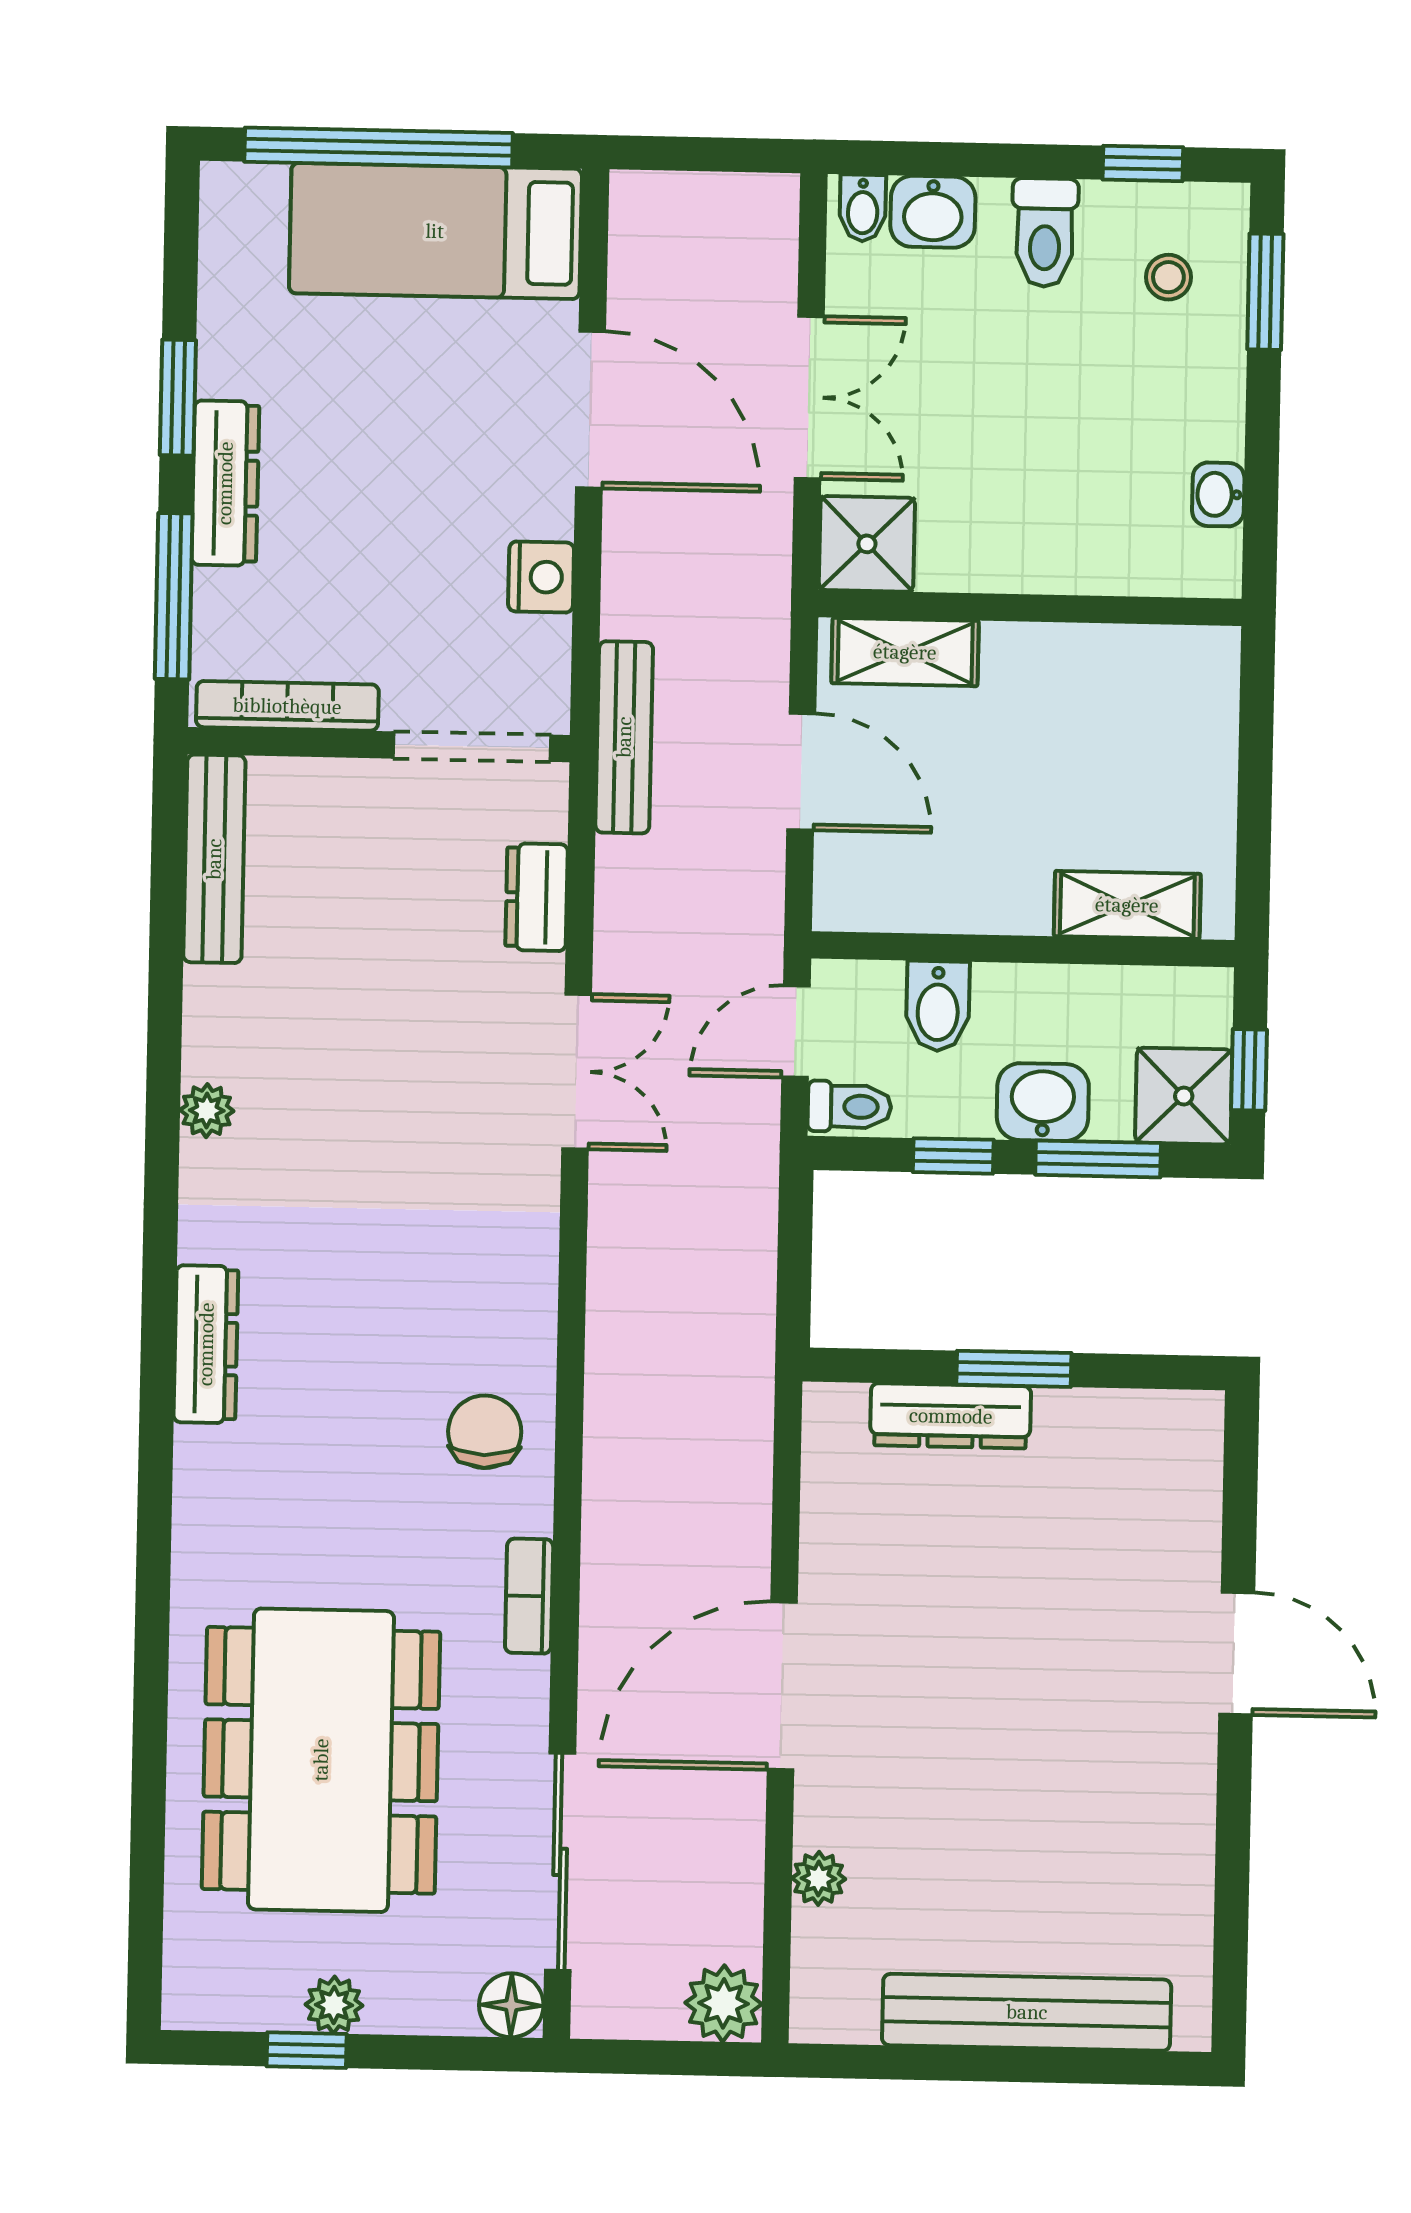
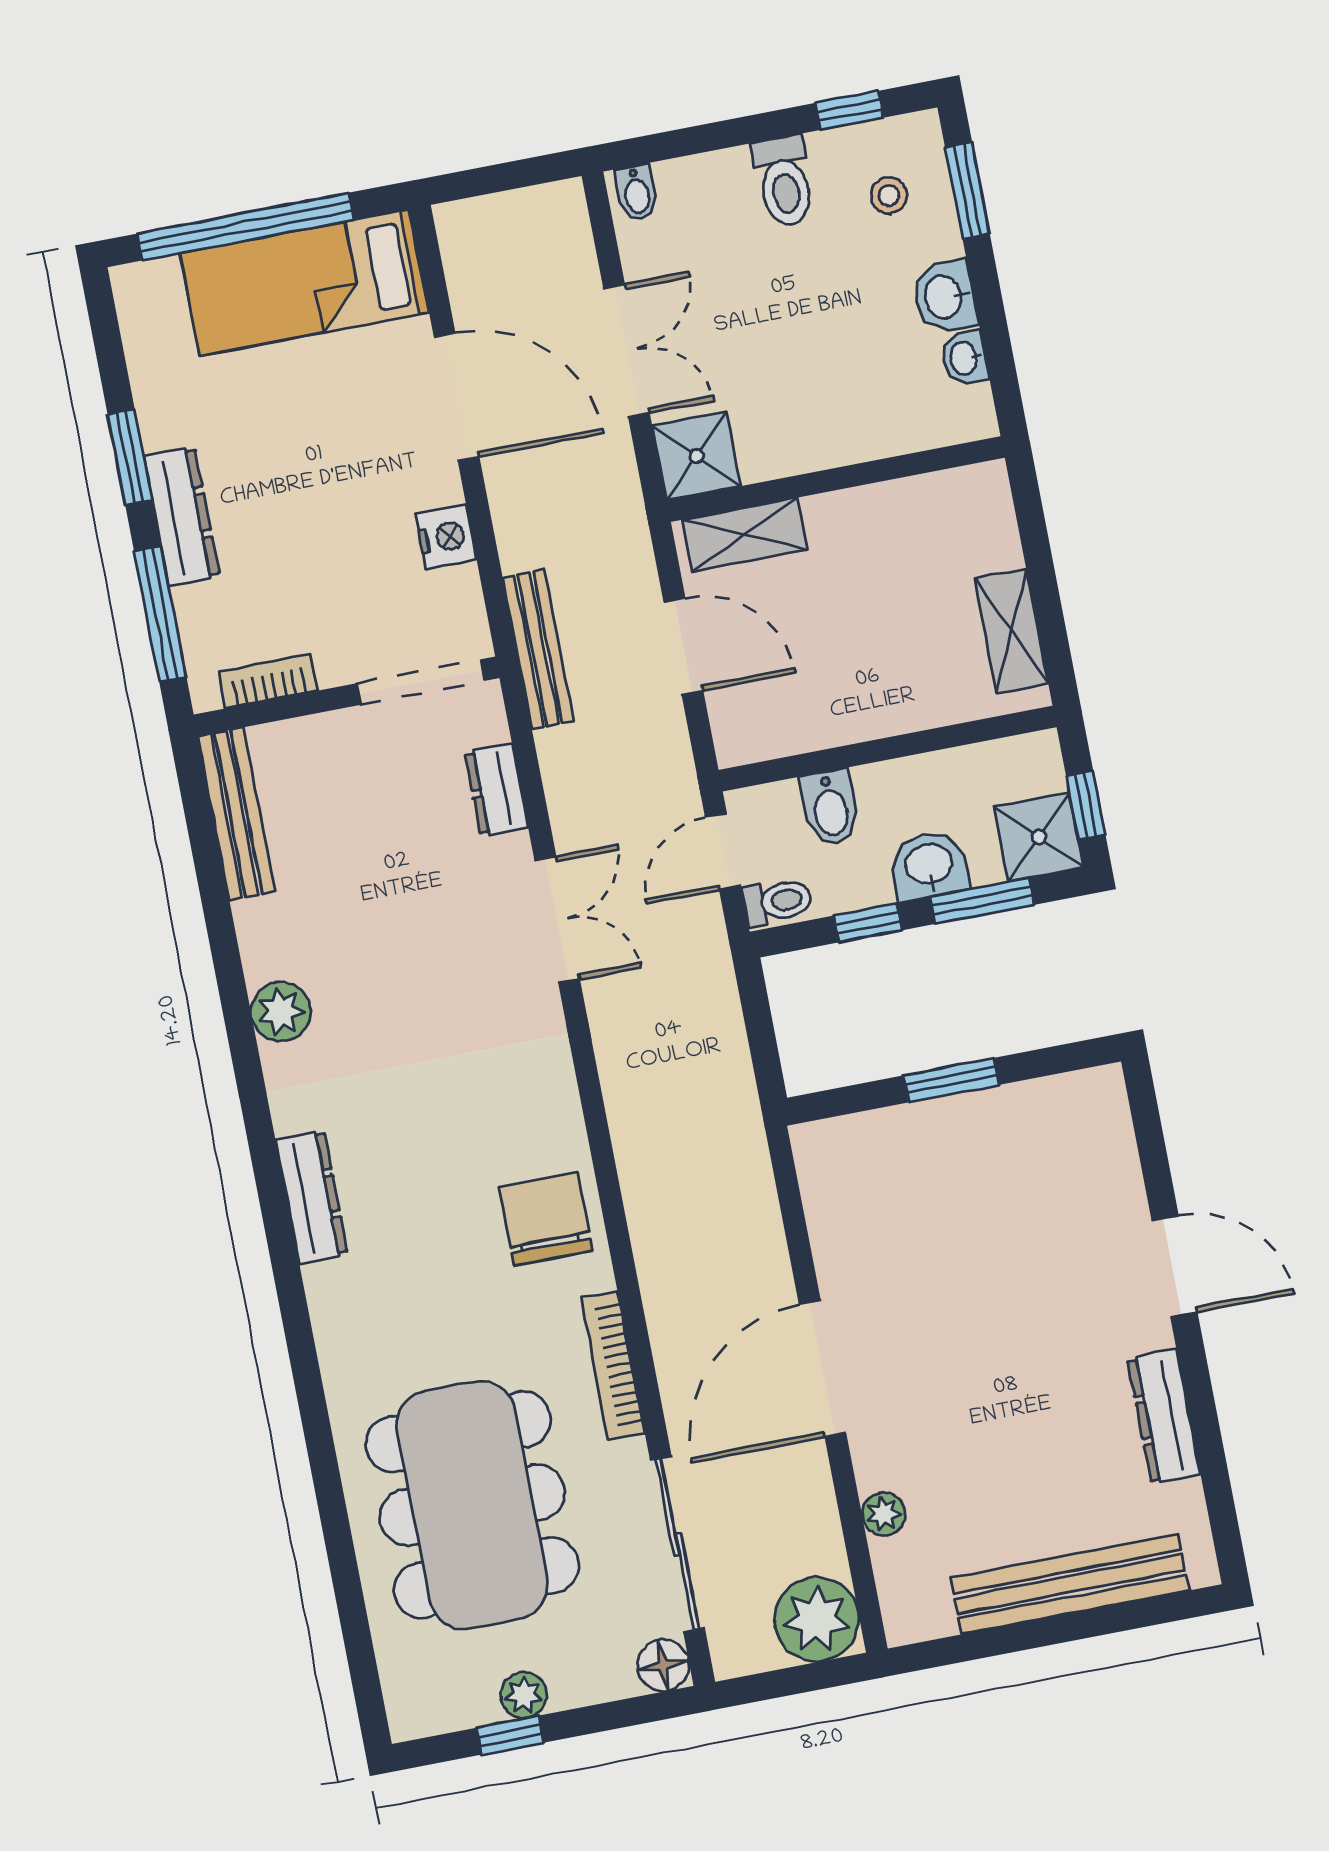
washbasin: (933, 212) -> (945, 297), moved, turned 90
bookcase: (287, 706) -> (268, 681), width x0.64
shelving: (1127, 905) -> (1011, 631), moved, turned 90
plant: (207, 1111) -> (281, 1012), width x1.38, depth x1.38
dresser: (951, 1416) -> (1164, 1416), moved, turned 90
chair: (485, 1432) -> (546, 1219), width x1.37, depth x1.37
bookcase: (529, 1596) -> (613, 1366), width x1.56
plant: (723, 2003) -> (817, 1619), width x1.36, depth x1.36

